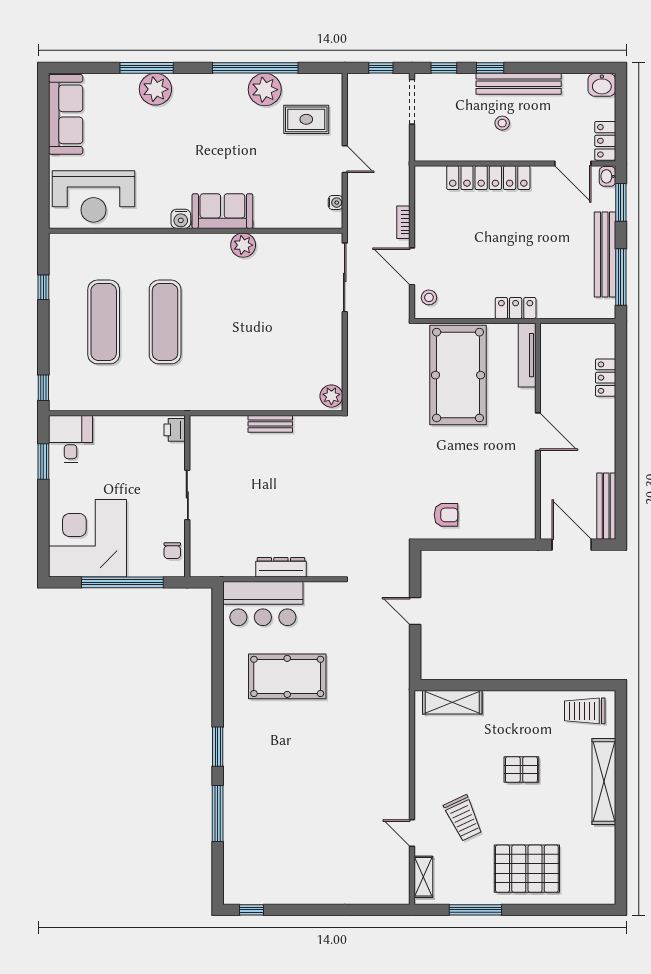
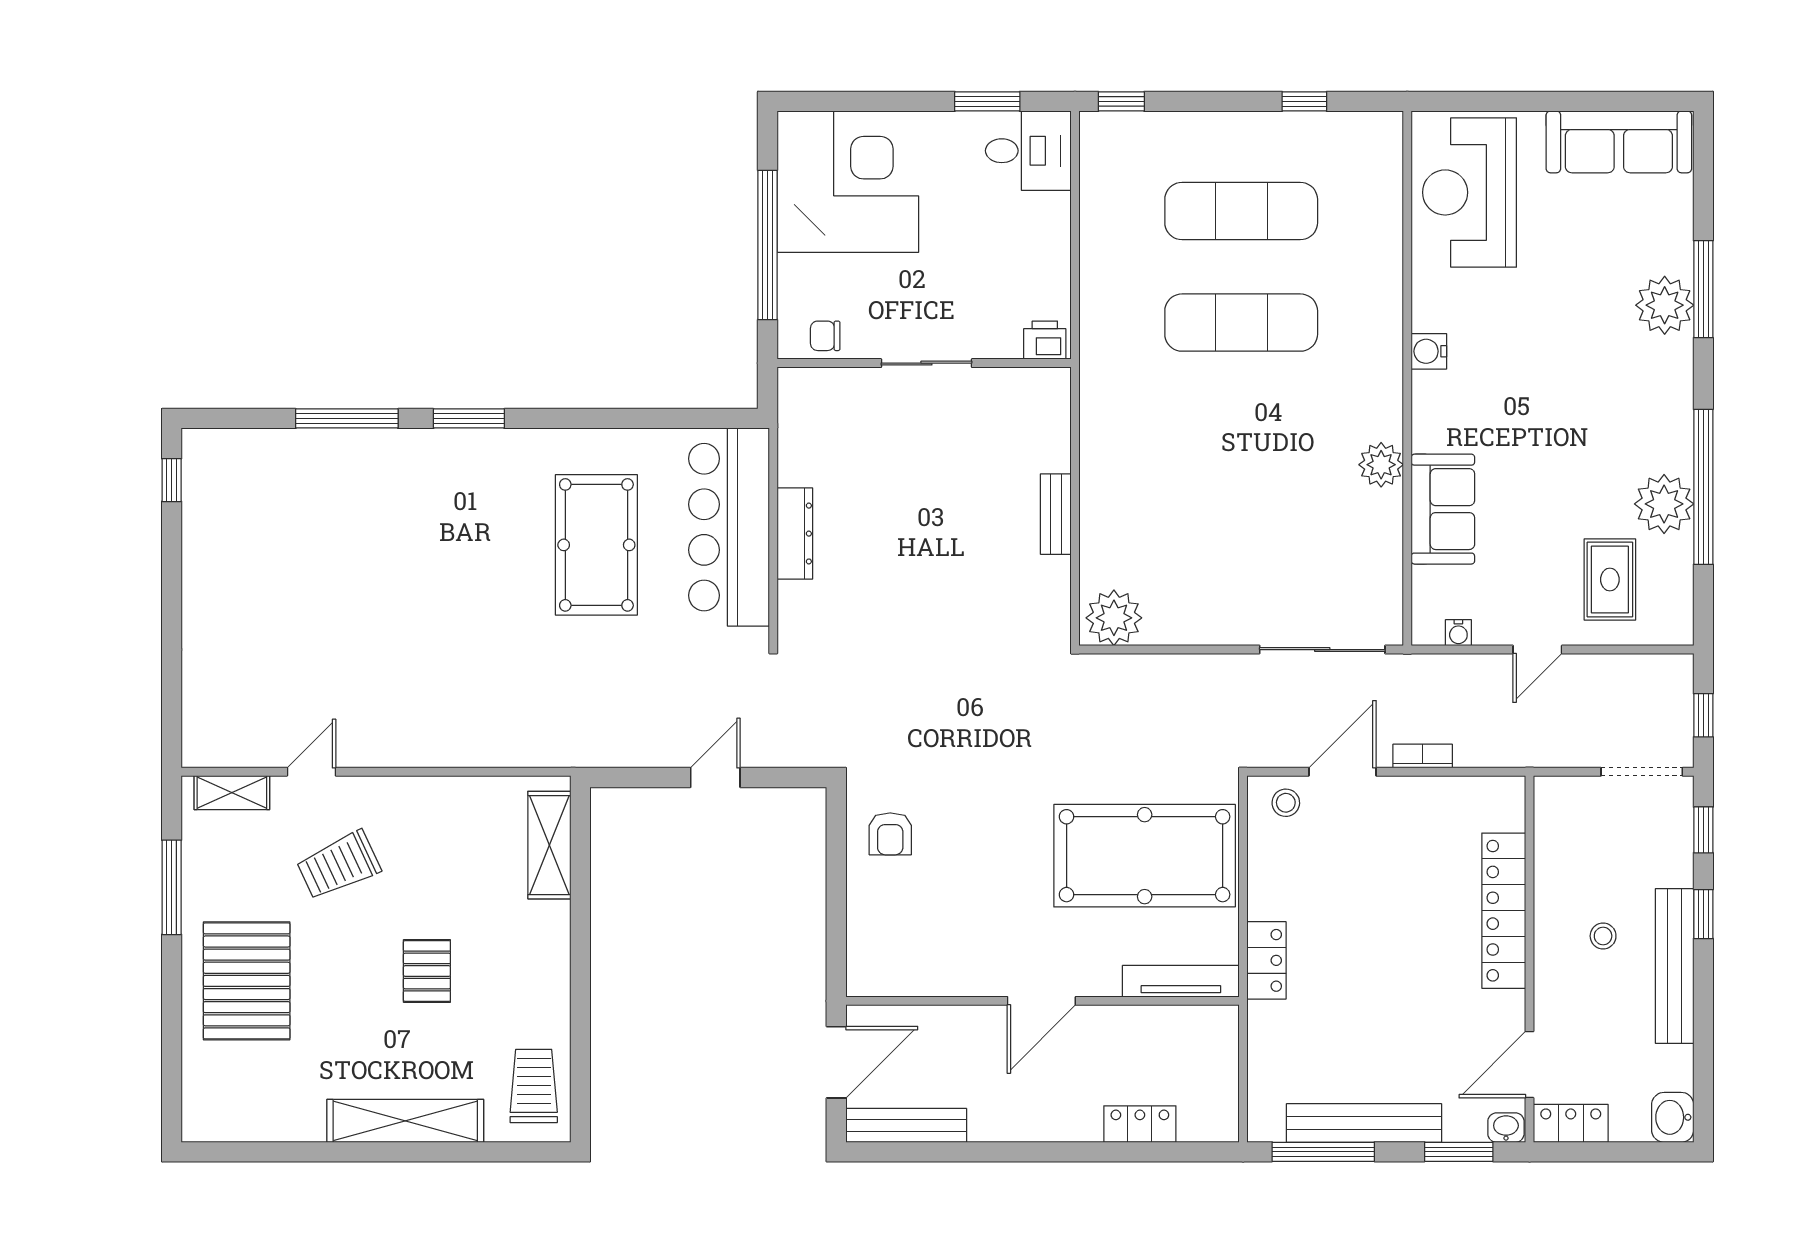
sofa: (222, 211) -> (1443, 509), moved
plant: (331, 396) -> (1114, 618), width x1.36, depth x1.36
bar counter: (263, 603) -> (729, 527), width x1.36

